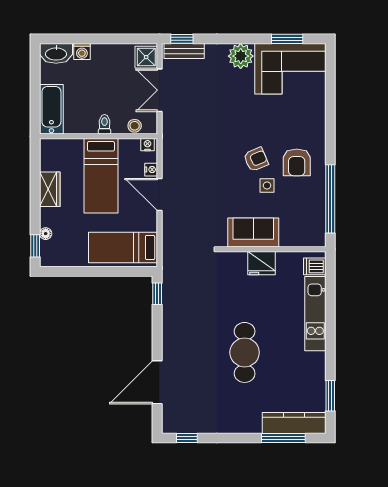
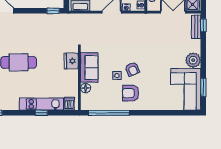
floor lamp: (288, 239) -> (86, 88), added
fridge: (261, 263) -> (71, 61), moved
window: (330, 314) -> (41, 113), added

